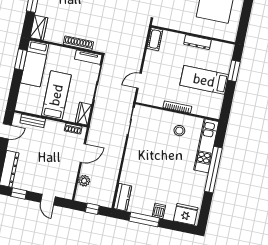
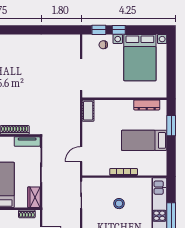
dresser: (197, 42) -> (147, 105), moved
stool: (179, 131) -> (119, 204), moved

